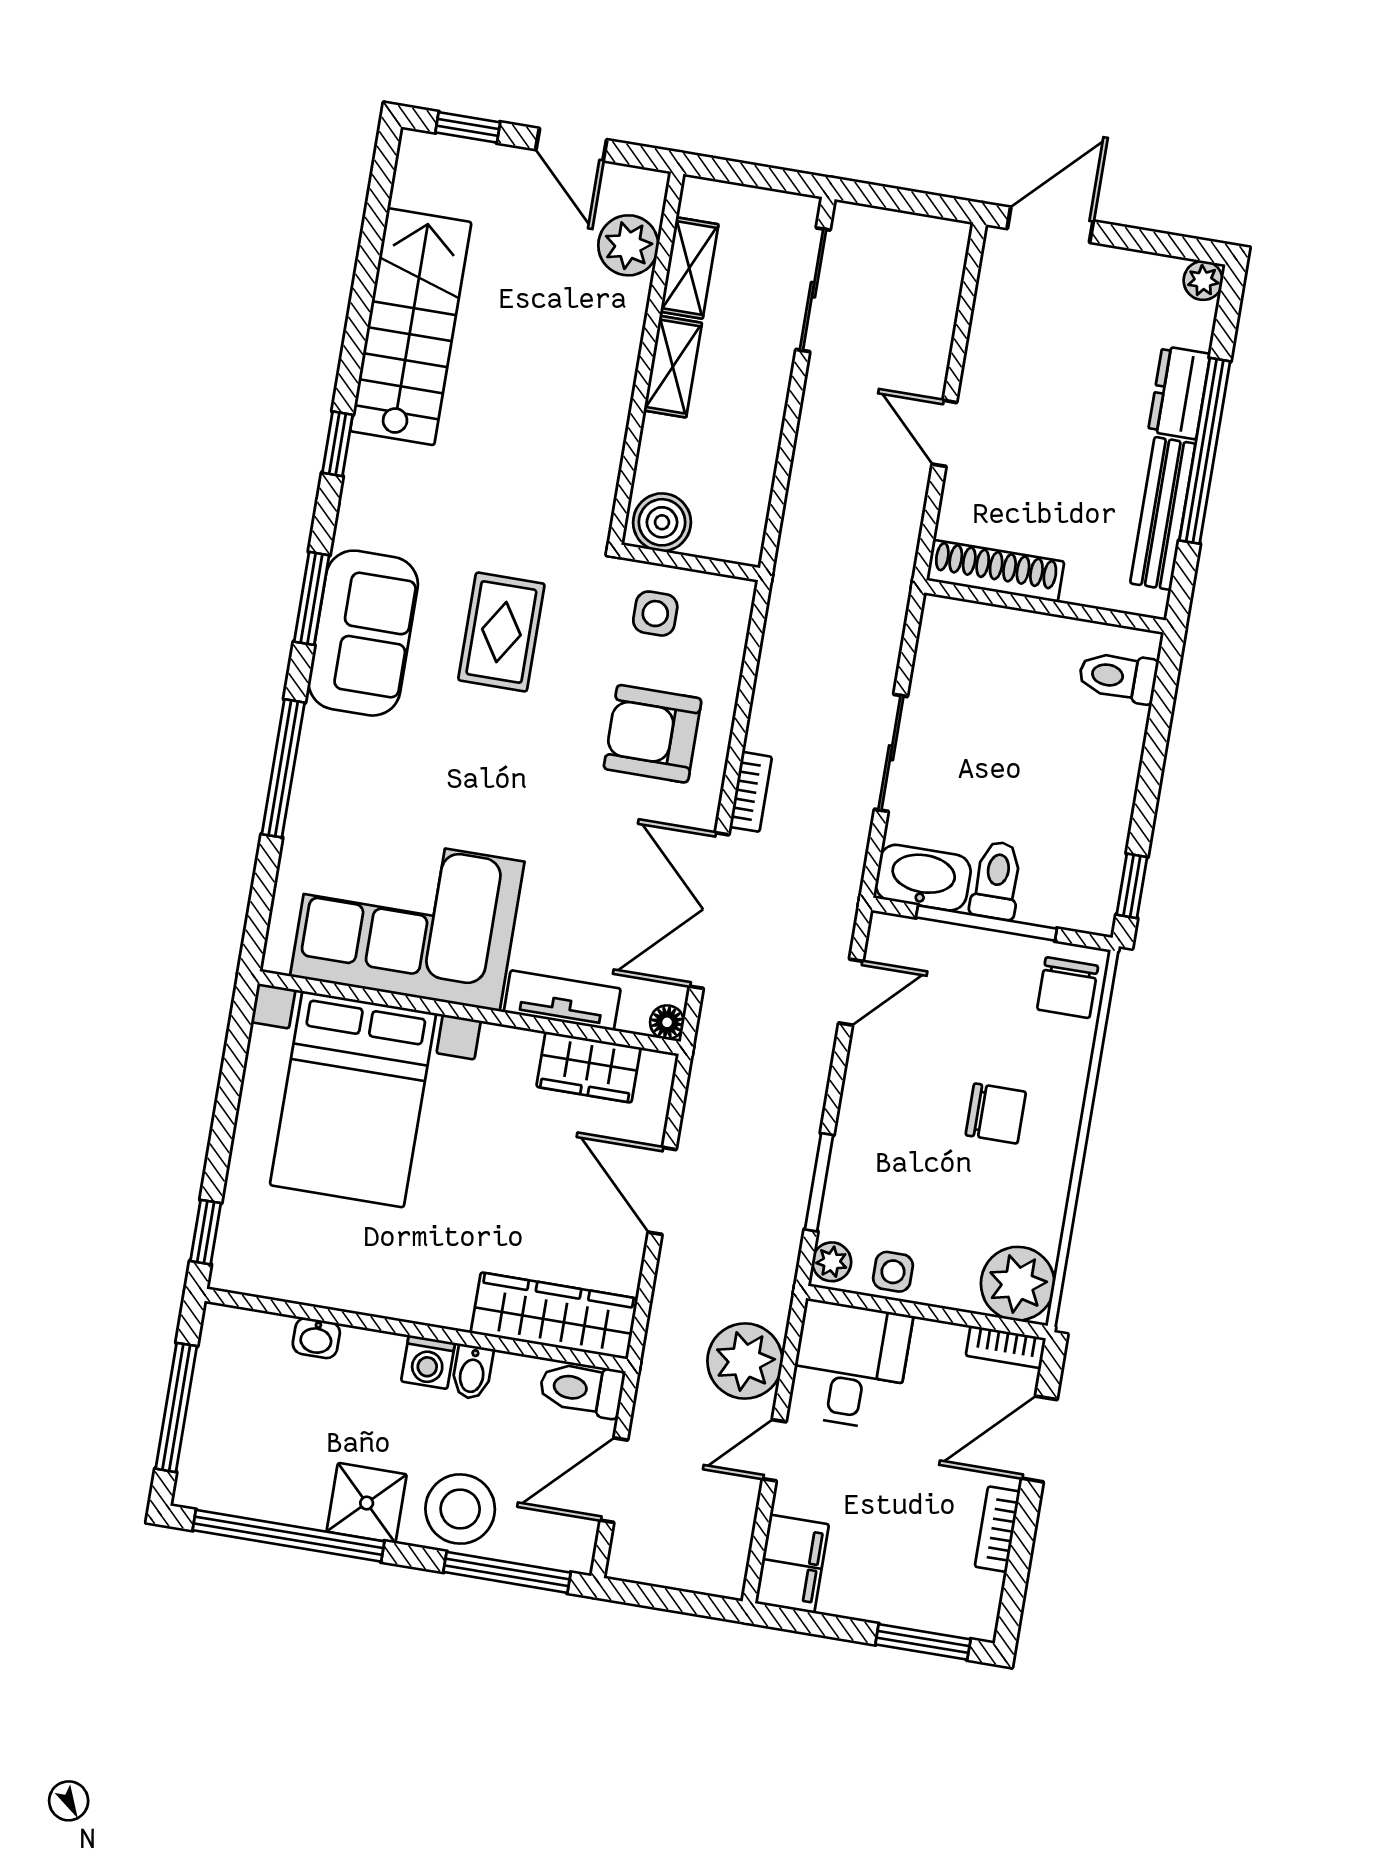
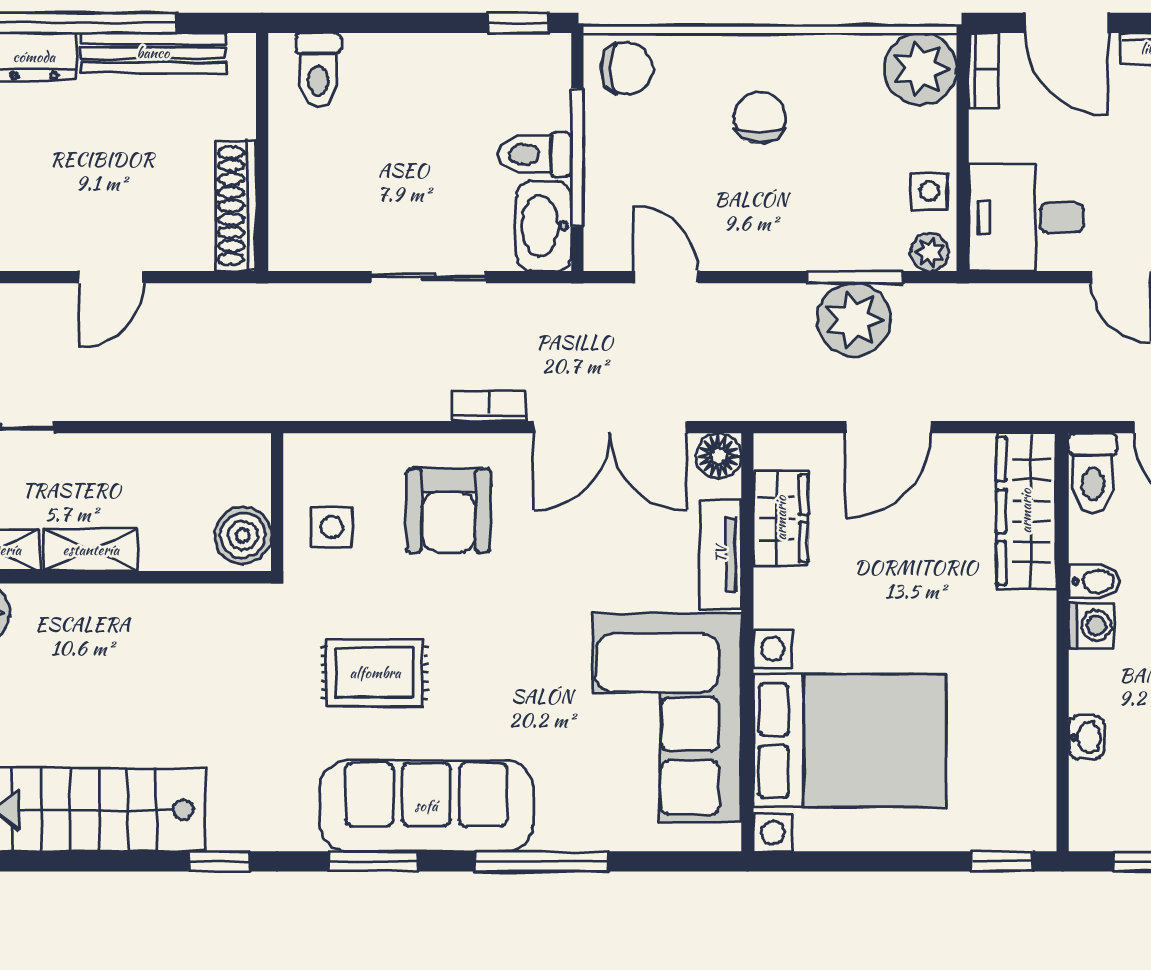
sofa: (363, 633) -> (426, 806), width x1.36
floor lamp: (667, 1022) -> (719, 456), width x1.37, depth x1.37
plant: (745, 1361) -> (854, 320), moved

